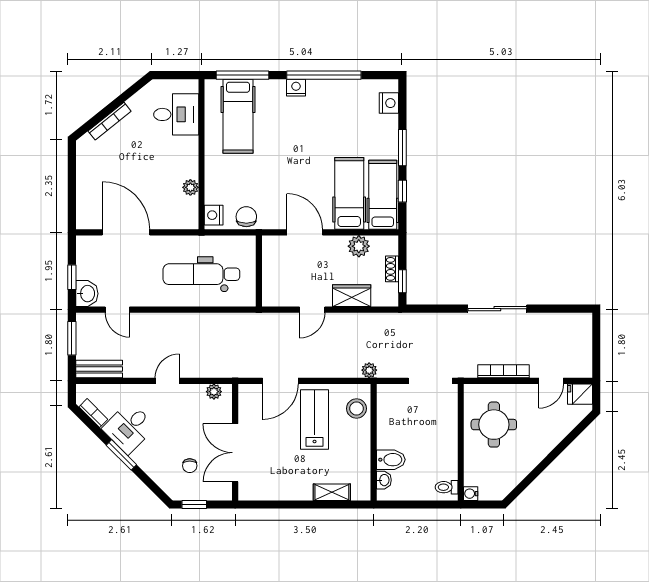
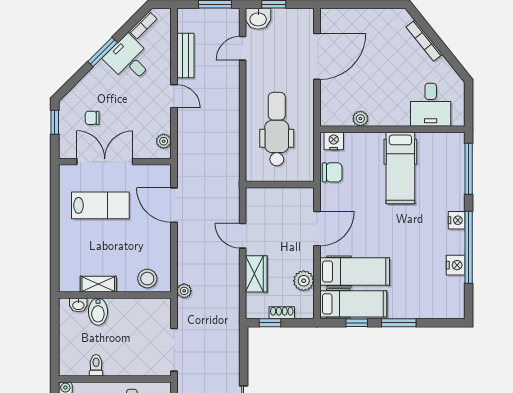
nightstand: (389, 103) -> (456, 265), moved, turned -90
hospital bed: (238, 116) -> (400, 168), moved, turned -90
bench: (99, 369) -> (185, 55), moved
lab bench: (315, 419) -> (100, 205), moved
toilet: (447, 487) -> (96, 365), moved
shelving: (332, 492) -> (98, 284), moved, turned 90

